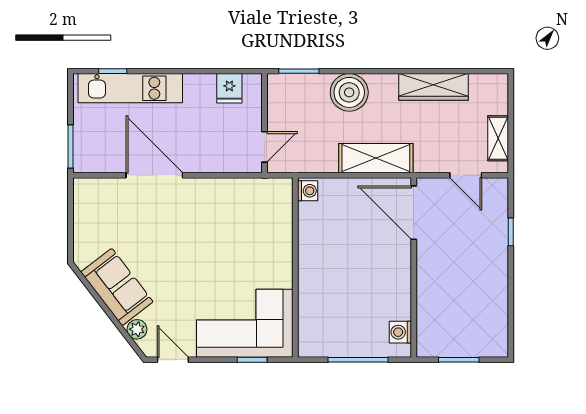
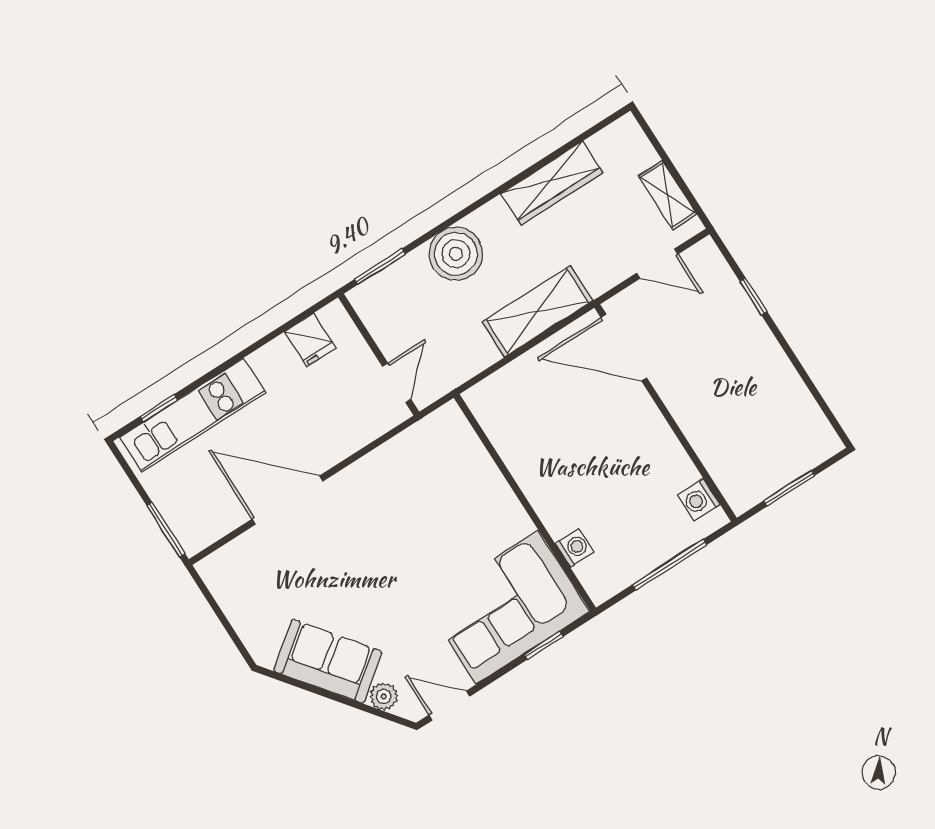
washing machine: (308, 191) -> (575, 548), moved

